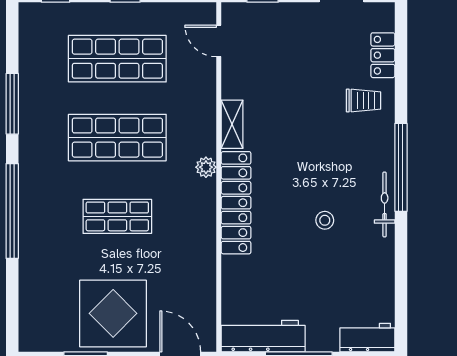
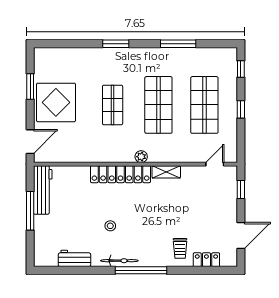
window: (12, 211) -> (116, 44), width x0.47
workbench: (367, 338) -> (74, 258), moved, turned -90

